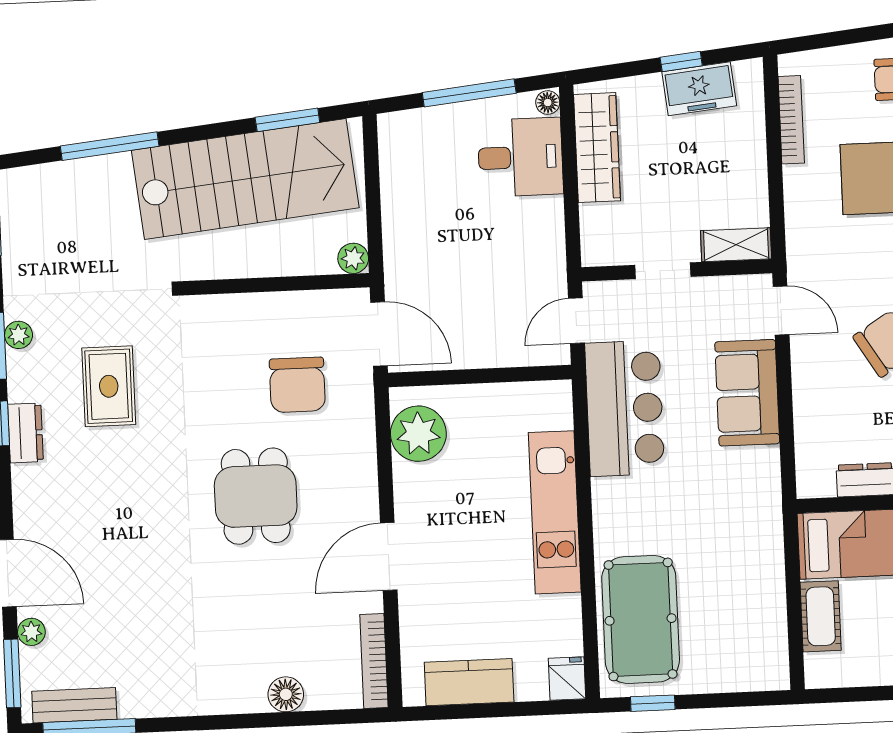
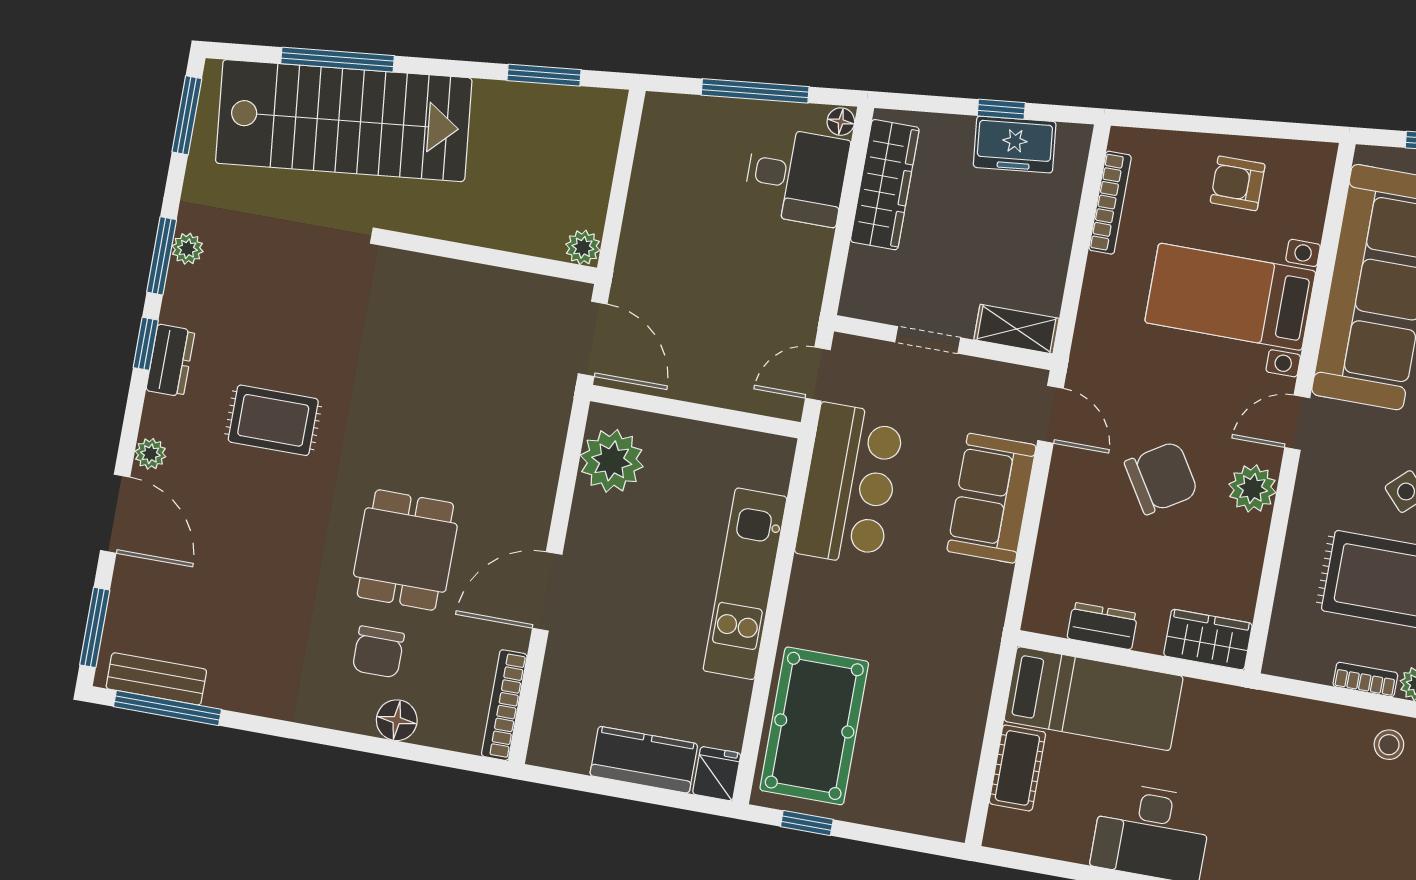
stairs: (245, 179) -> (344, 121), moved
chair: (297, 385) -> (378, 652), moved, width x0.73, depth x0.73
rug: (109, 386) -> (273, 420), moved, turned 90
dining table: (256, 496) -> (405, 550), moved
plant: (31, 632) -> (150, 454), moved
kitchen counter: (469, 682) -> (644, 760), moved

